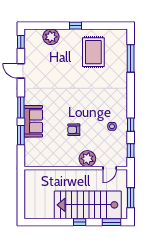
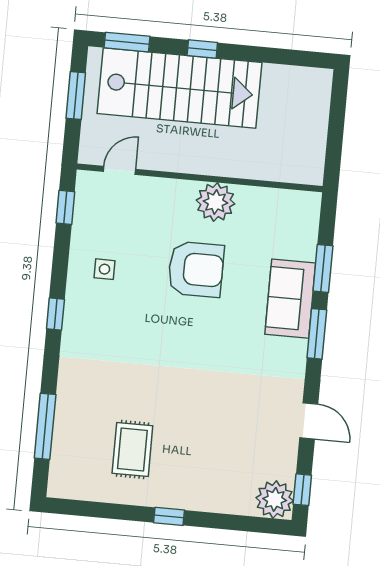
plant: (51, 37) -> (275, 499), moved
rug: (93, 52) -> (132, 450), width x0.73, depth x0.70
window: (131, 125) -> (55, 314), moved
armchair: (74, 130) -> (196, 269), width x1.88, depth x1.88
plant: (87, 159) -> (216, 202), moved

